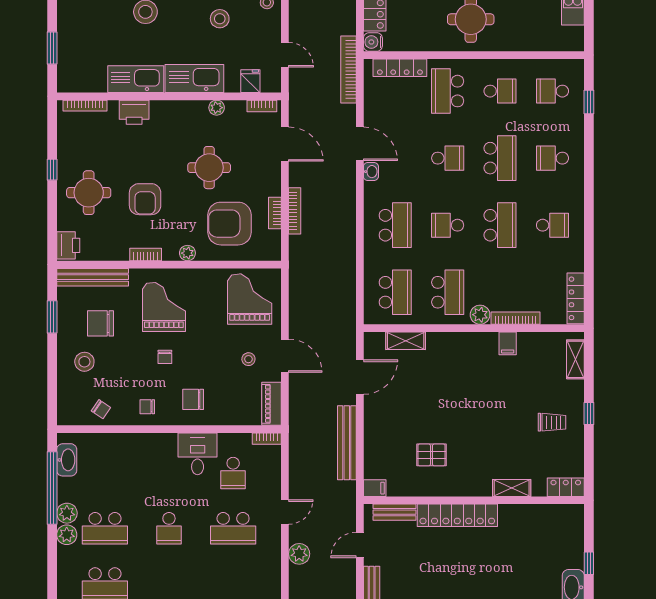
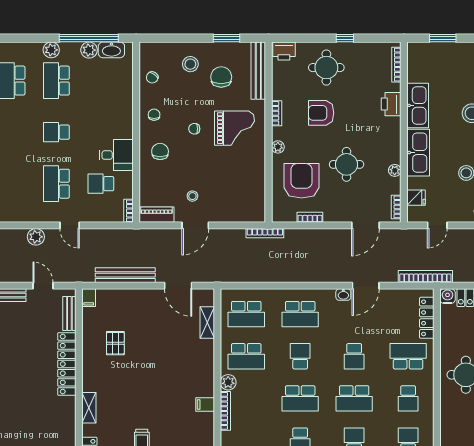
bookcase: (295, 211) -> (265, 233), moved
grand piano: (250, 299) -> (241, 197), removed
plant: (67, 513) -> (89, 50), moved

